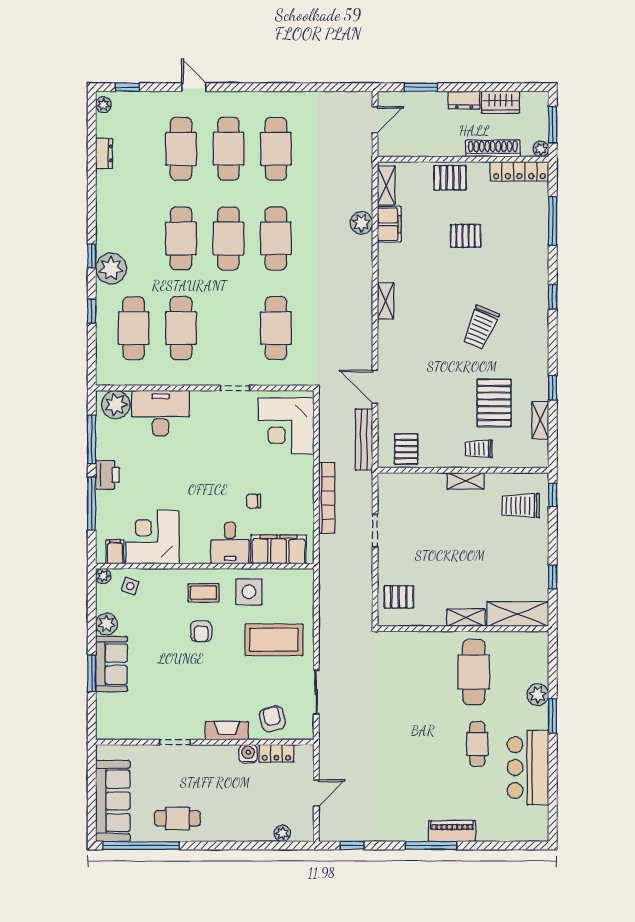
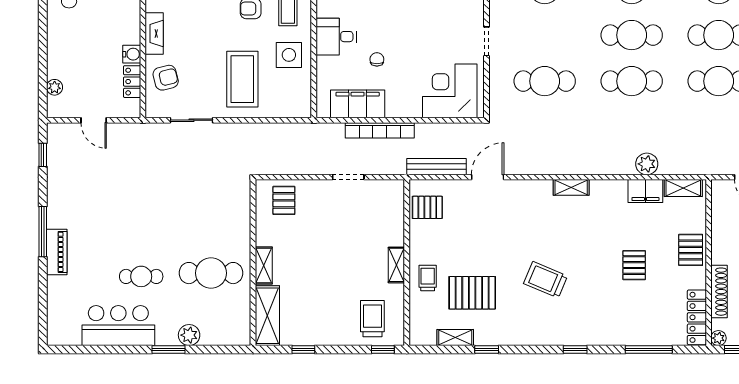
filing cabinet: (279, 549) -> (358, 104), moved, turned -90

